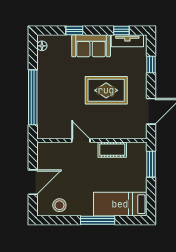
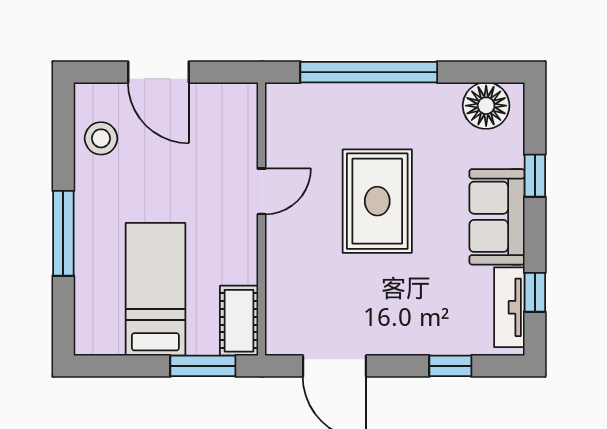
floor lamp: (42, 46) -> (486, 106), width x1.89, depth x1.89
rug: (106, 90) -> (377, 201), moved
cot: (112, 150) -> (239, 321), moved
bed: (120, 204) -> (155, 289), moved

